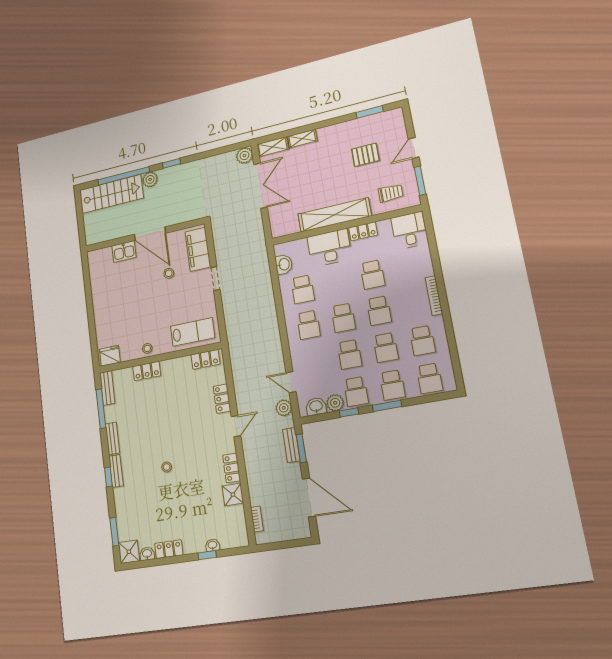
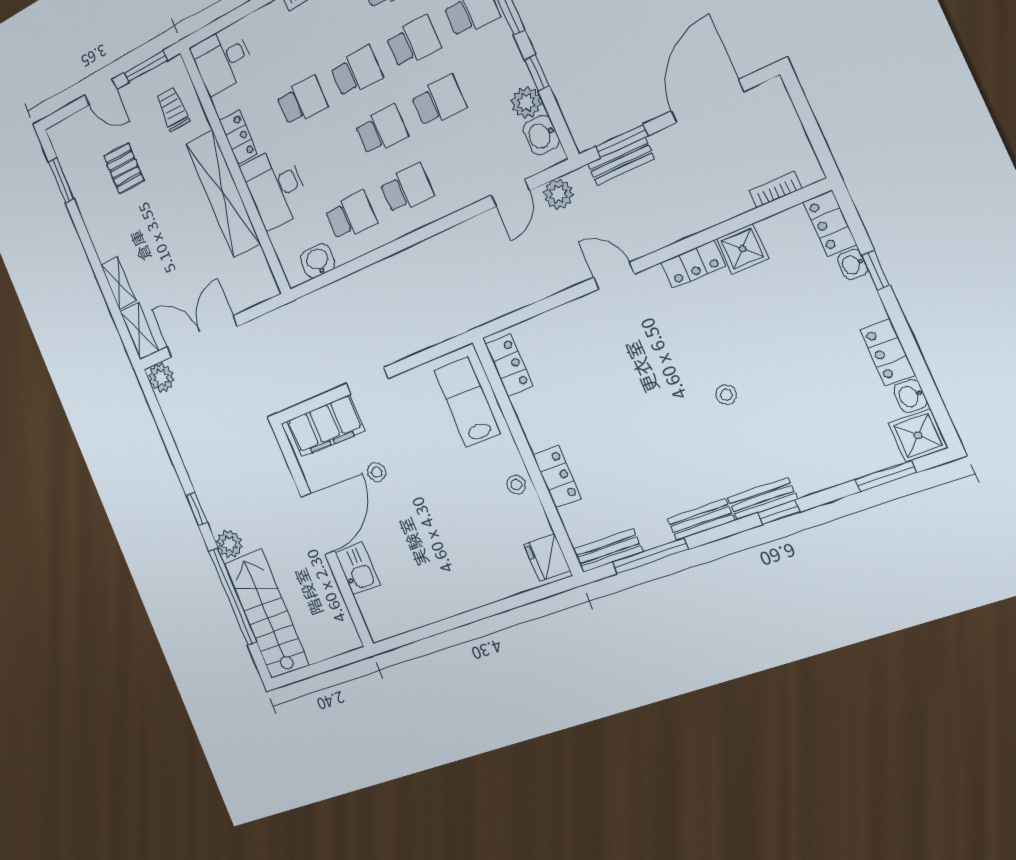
school desk: (356, 391) -> (498, 71), removed
locker: (222, 399) -> (830, 223), moved, turned 90

